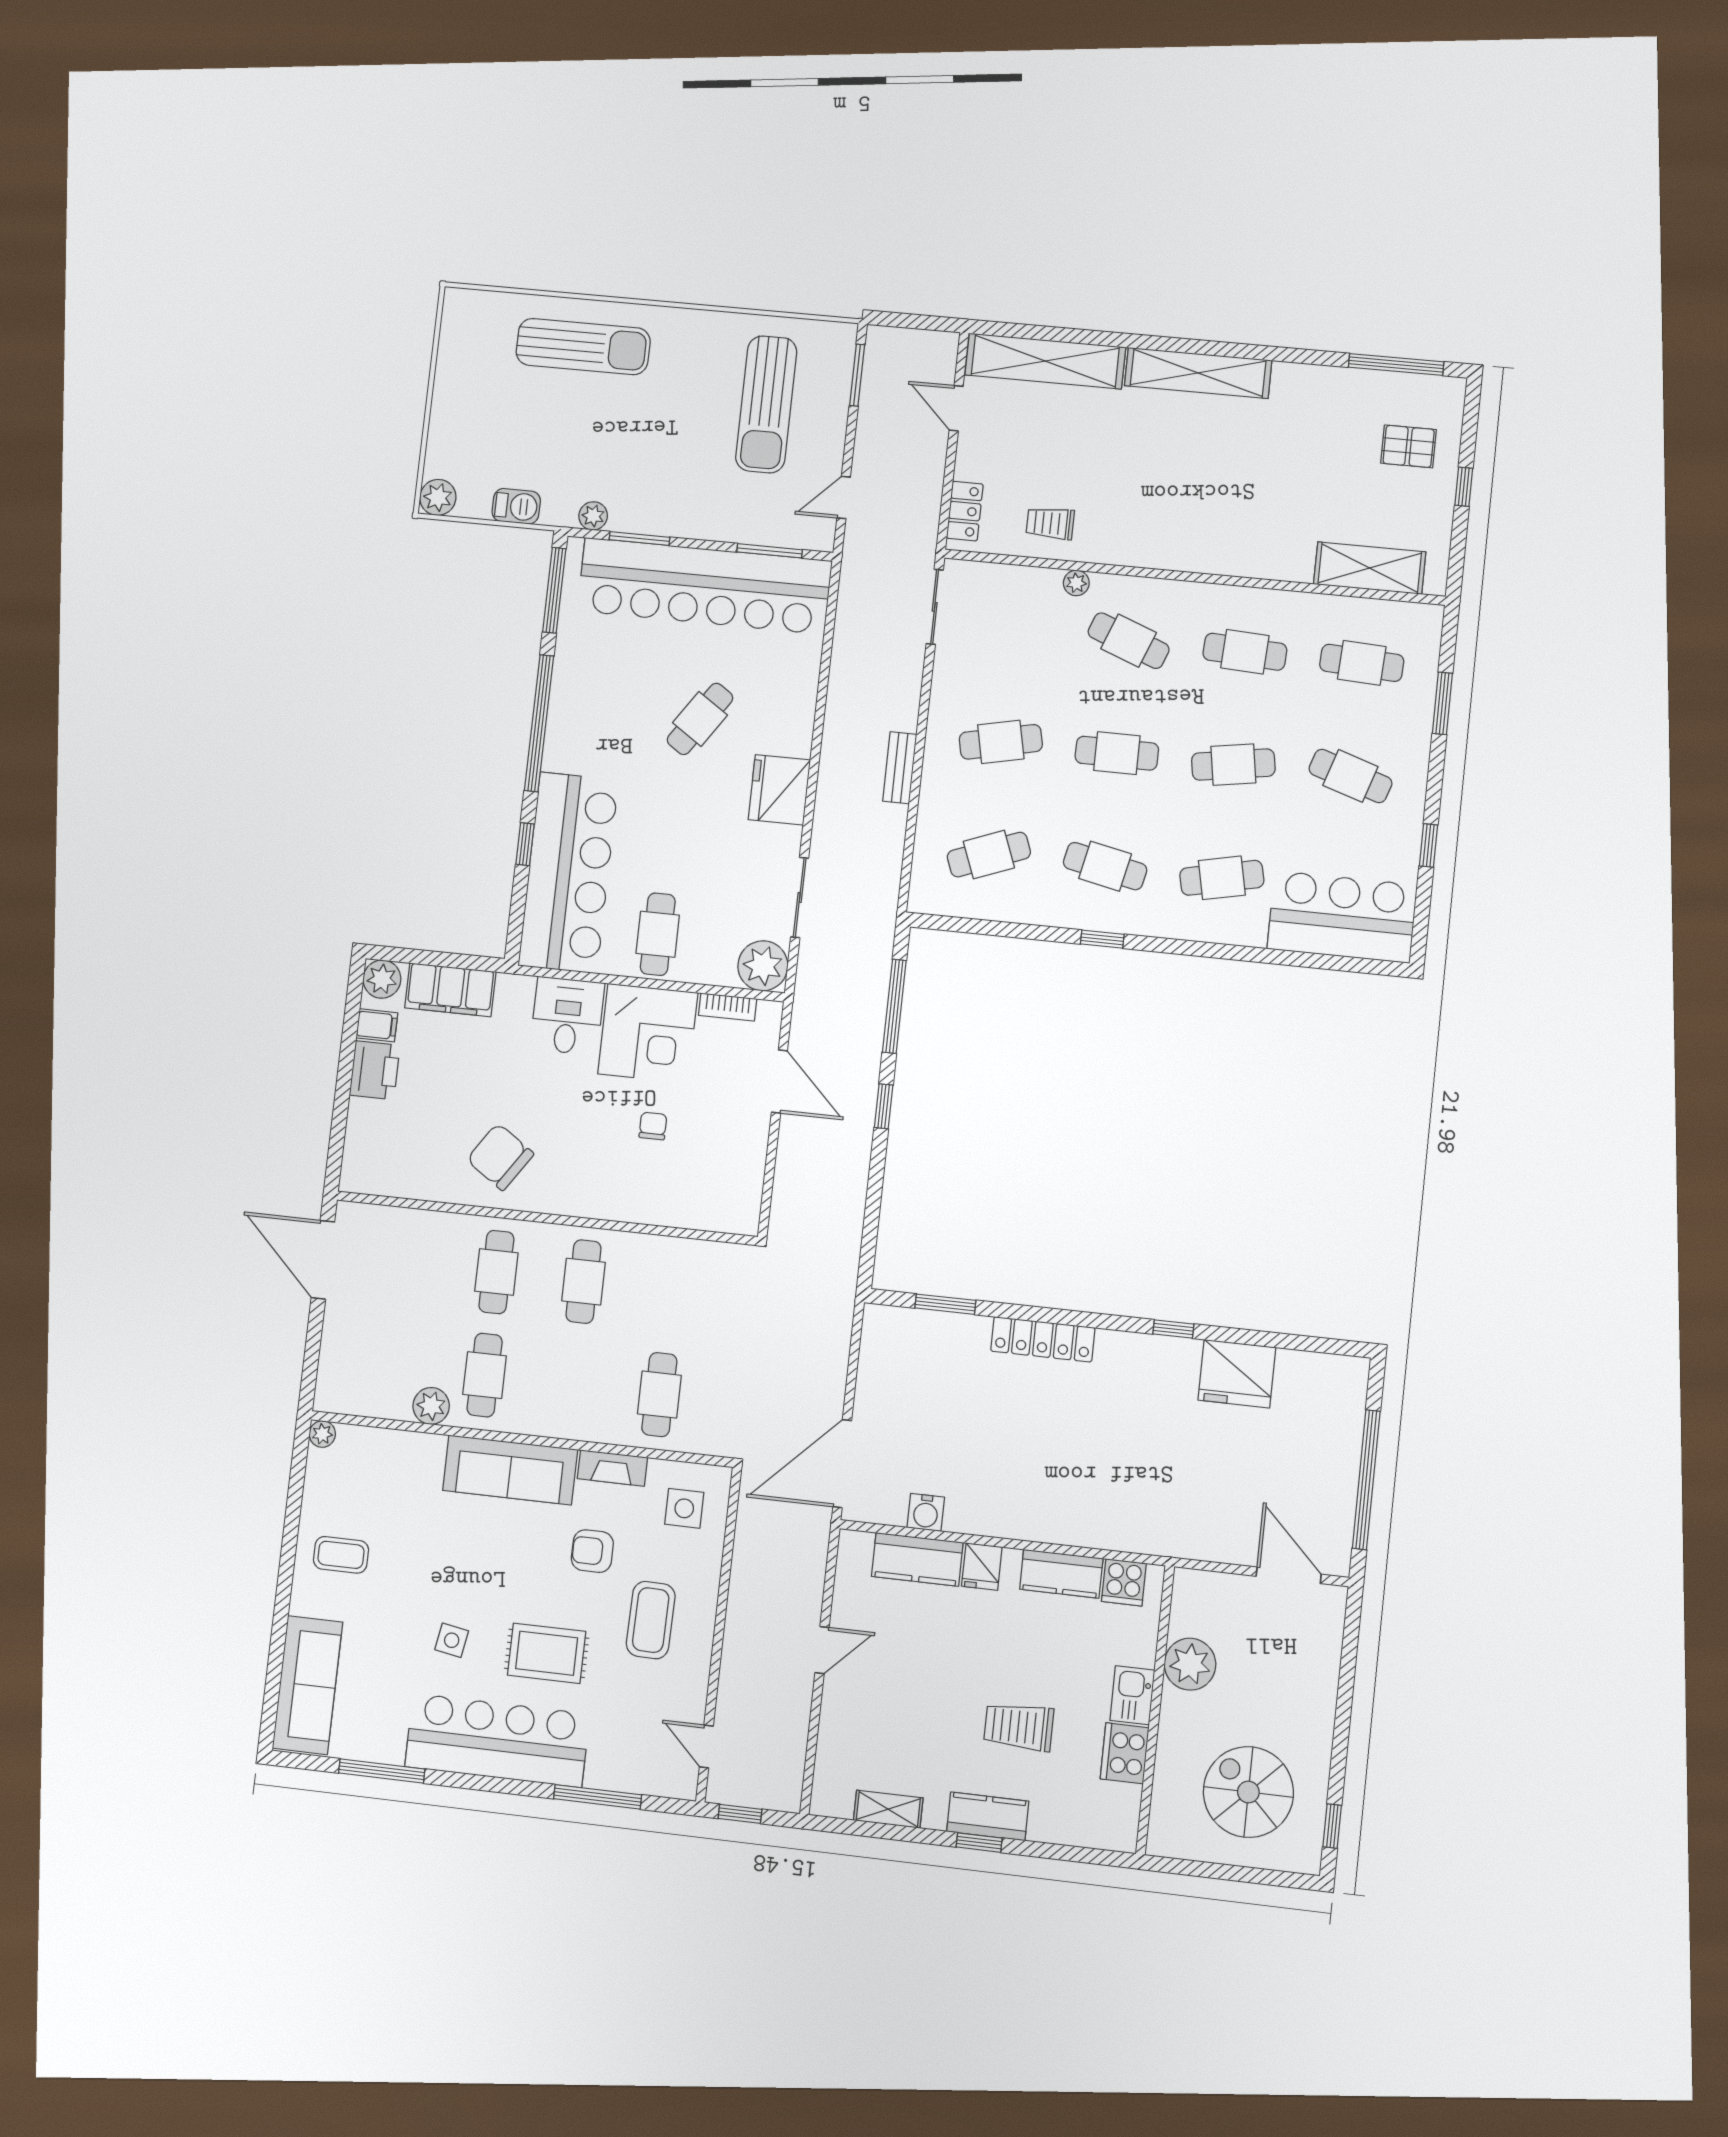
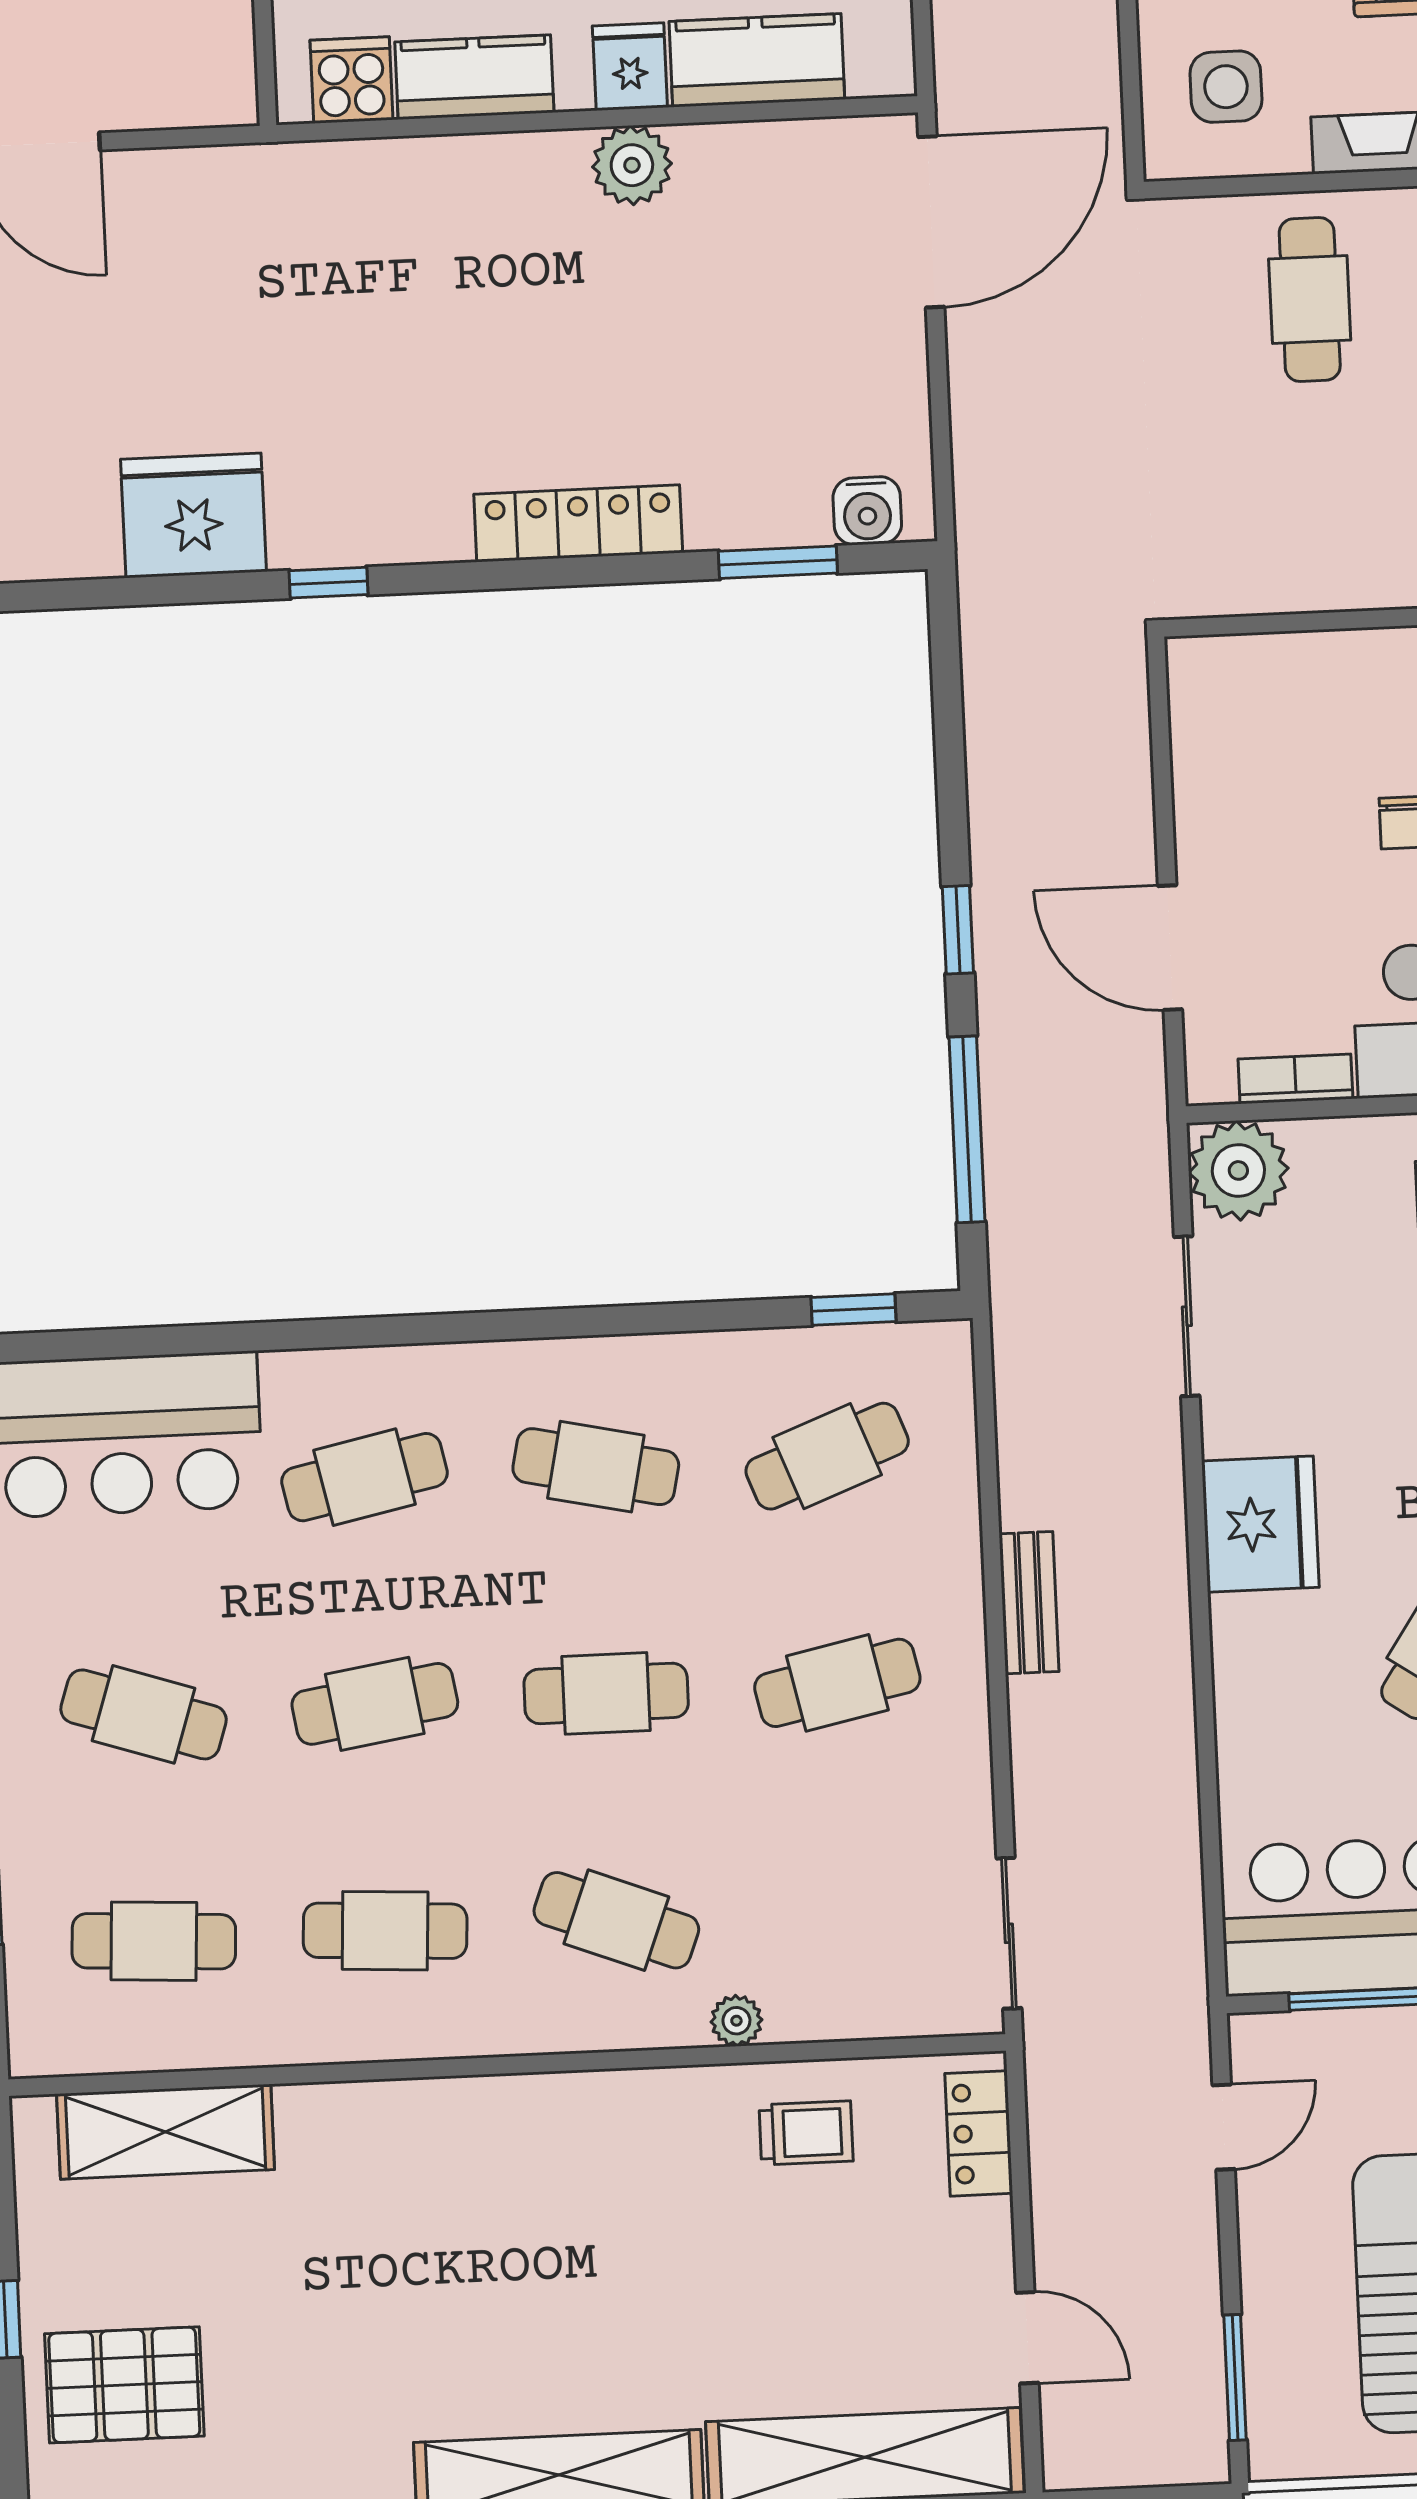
pallet: (1409, 446) -> (124, 2385), width x1.50, depth x1.42
window: (1102, 939) -> (854, 1310), moved
water cooler: (926, 1512) -> (867, 511), moved, turned 180
plant: (988, 1516) -> (632, 165), added

